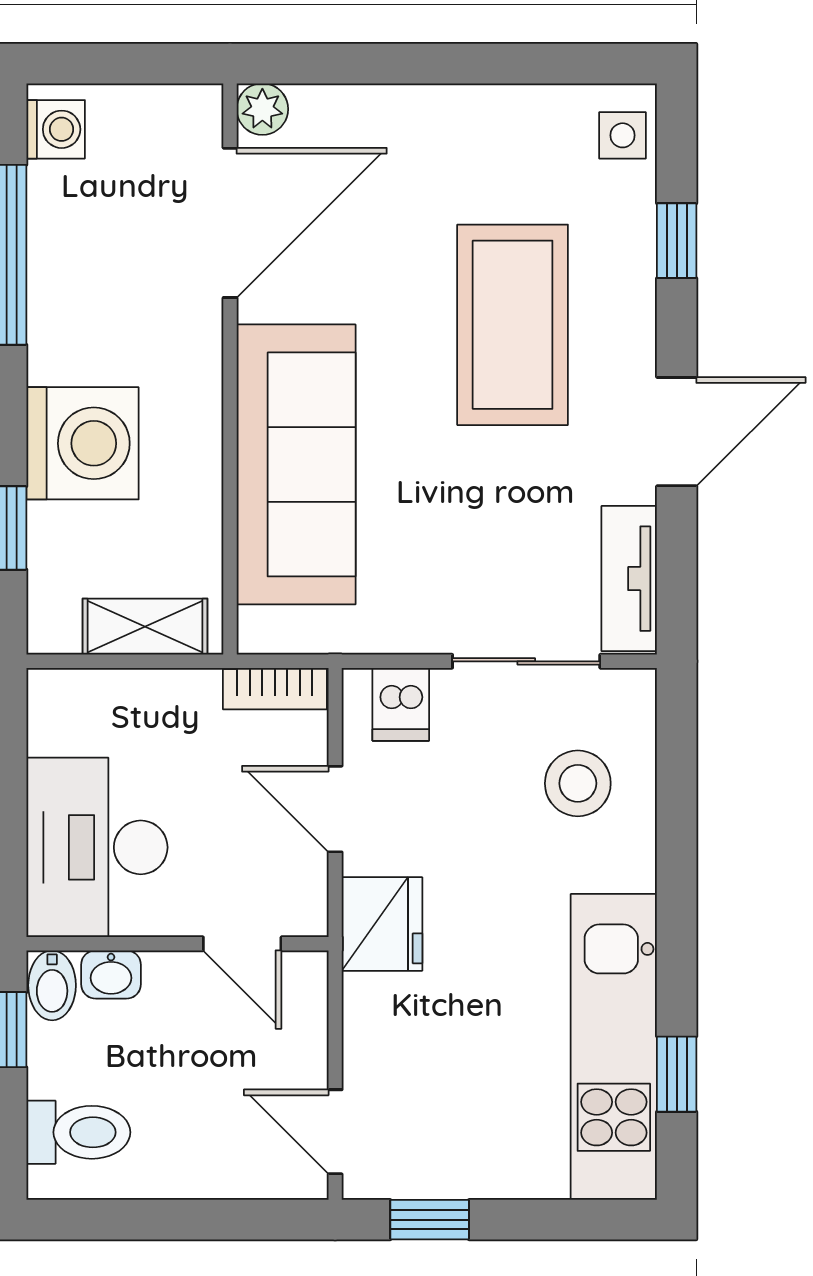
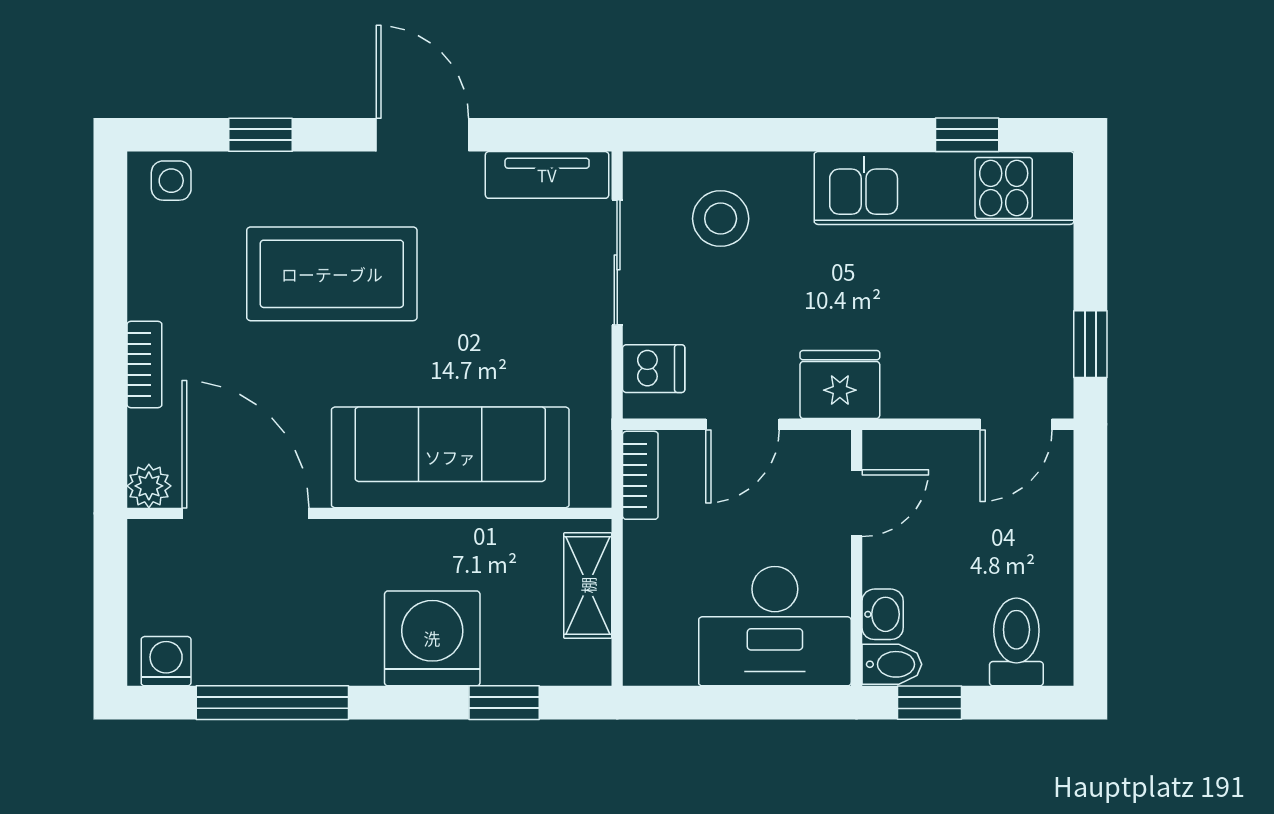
bookcase: (406, 104) -> (144, 364), added

